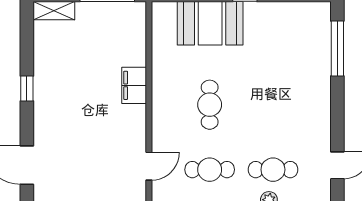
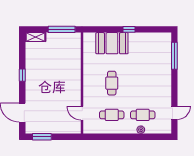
filing cabinet: (134, 85) -> (75, 74), removed
door: (149, 166) -> (82, 113), swing flipped

